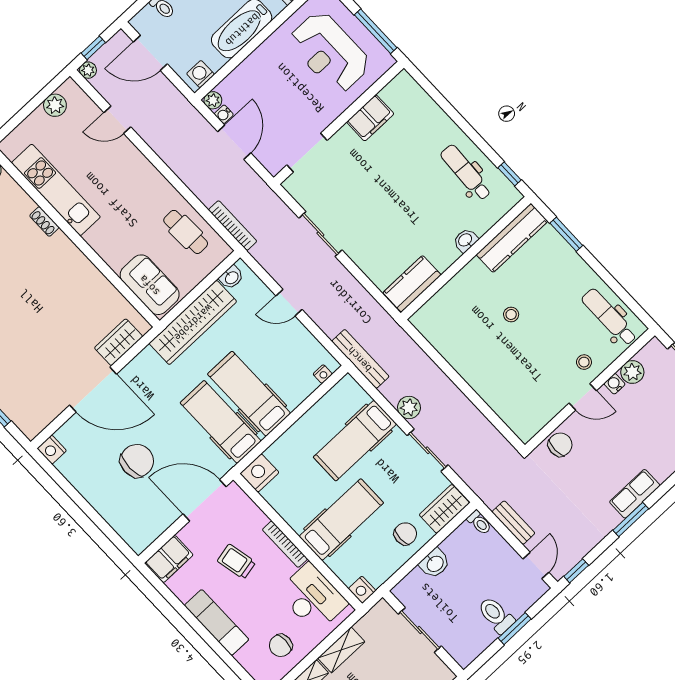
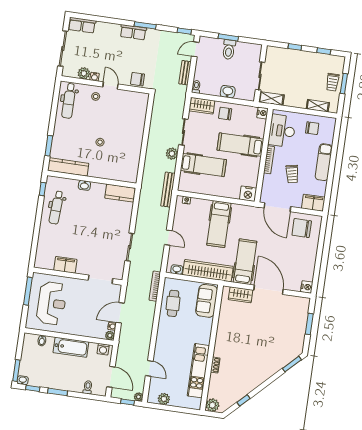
hospital bed: (221, 422) -> (245, 262), moved, turned 180
chair: (137, 461) -> (302, 228), moved
shelving: (341, 650) -> (271, 99), moved

